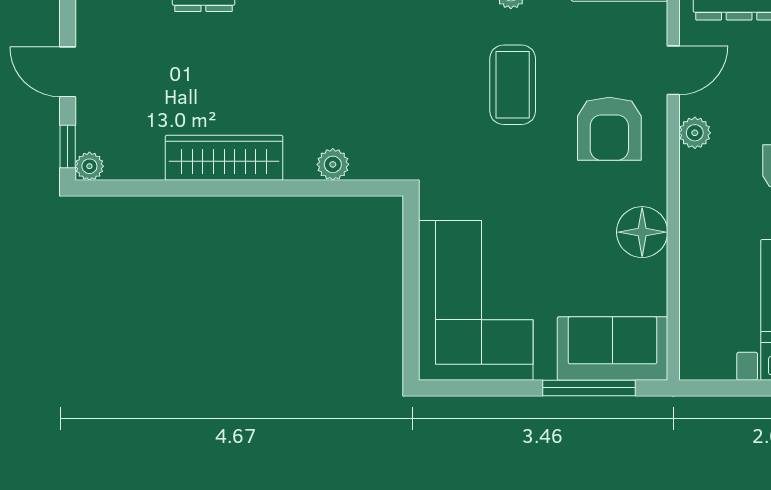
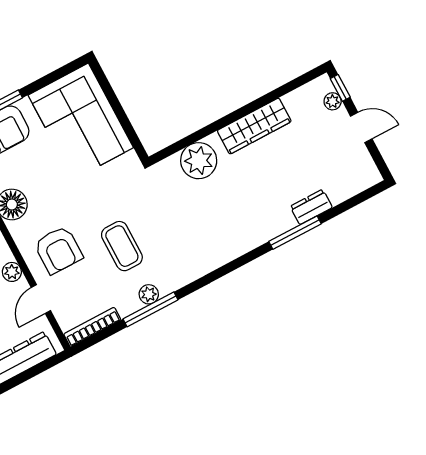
armchair: (609, 129) -> (58, 250), turned 180
plant: (333, 164) -> (199, 161), width x1.88, depth x1.88
plant: (89, 166) -> (333, 101), moved

